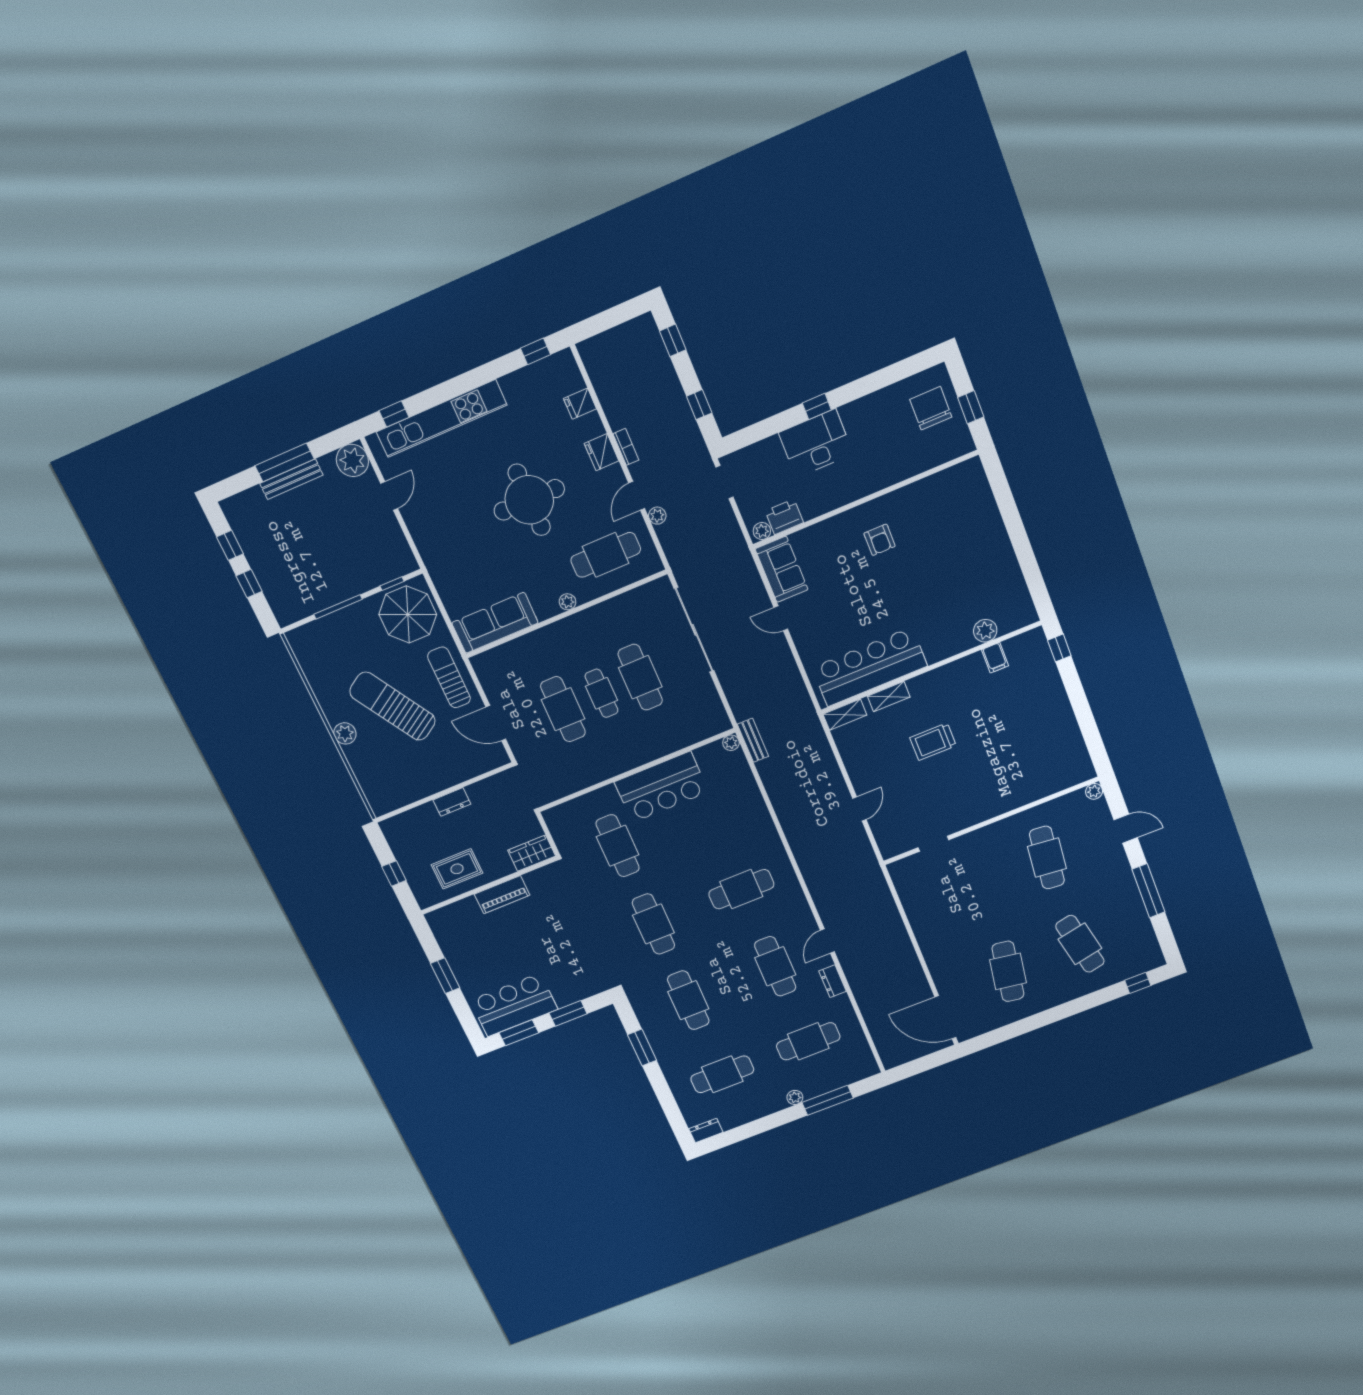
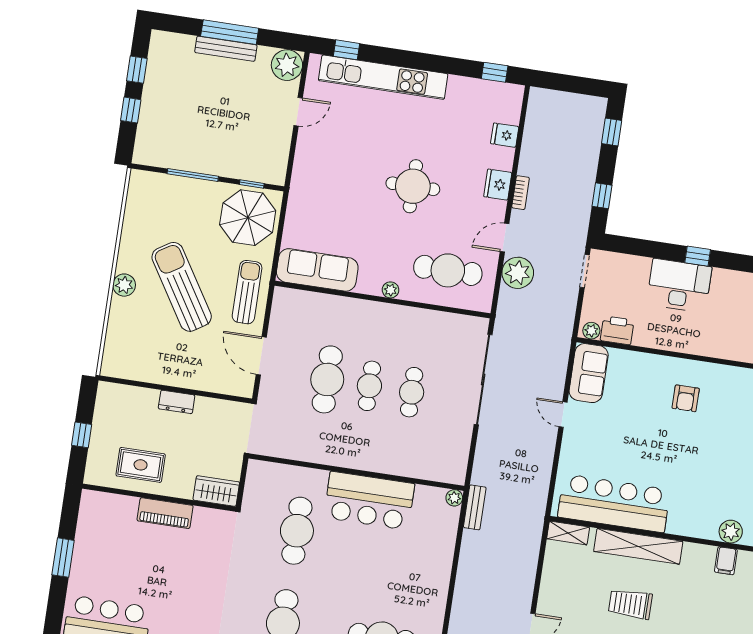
round table: (529, 500) -> (413, 186), width x0.73, depth x0.73
plant: (657, 516) -> (518, 273), width x1.87, depth x1.87
cafe table: (640, 677) -> (412, 392), width x0.73, depth x0.74
shelving: (889, 697) -> (638, 546), width x2.20, depth x1.33

